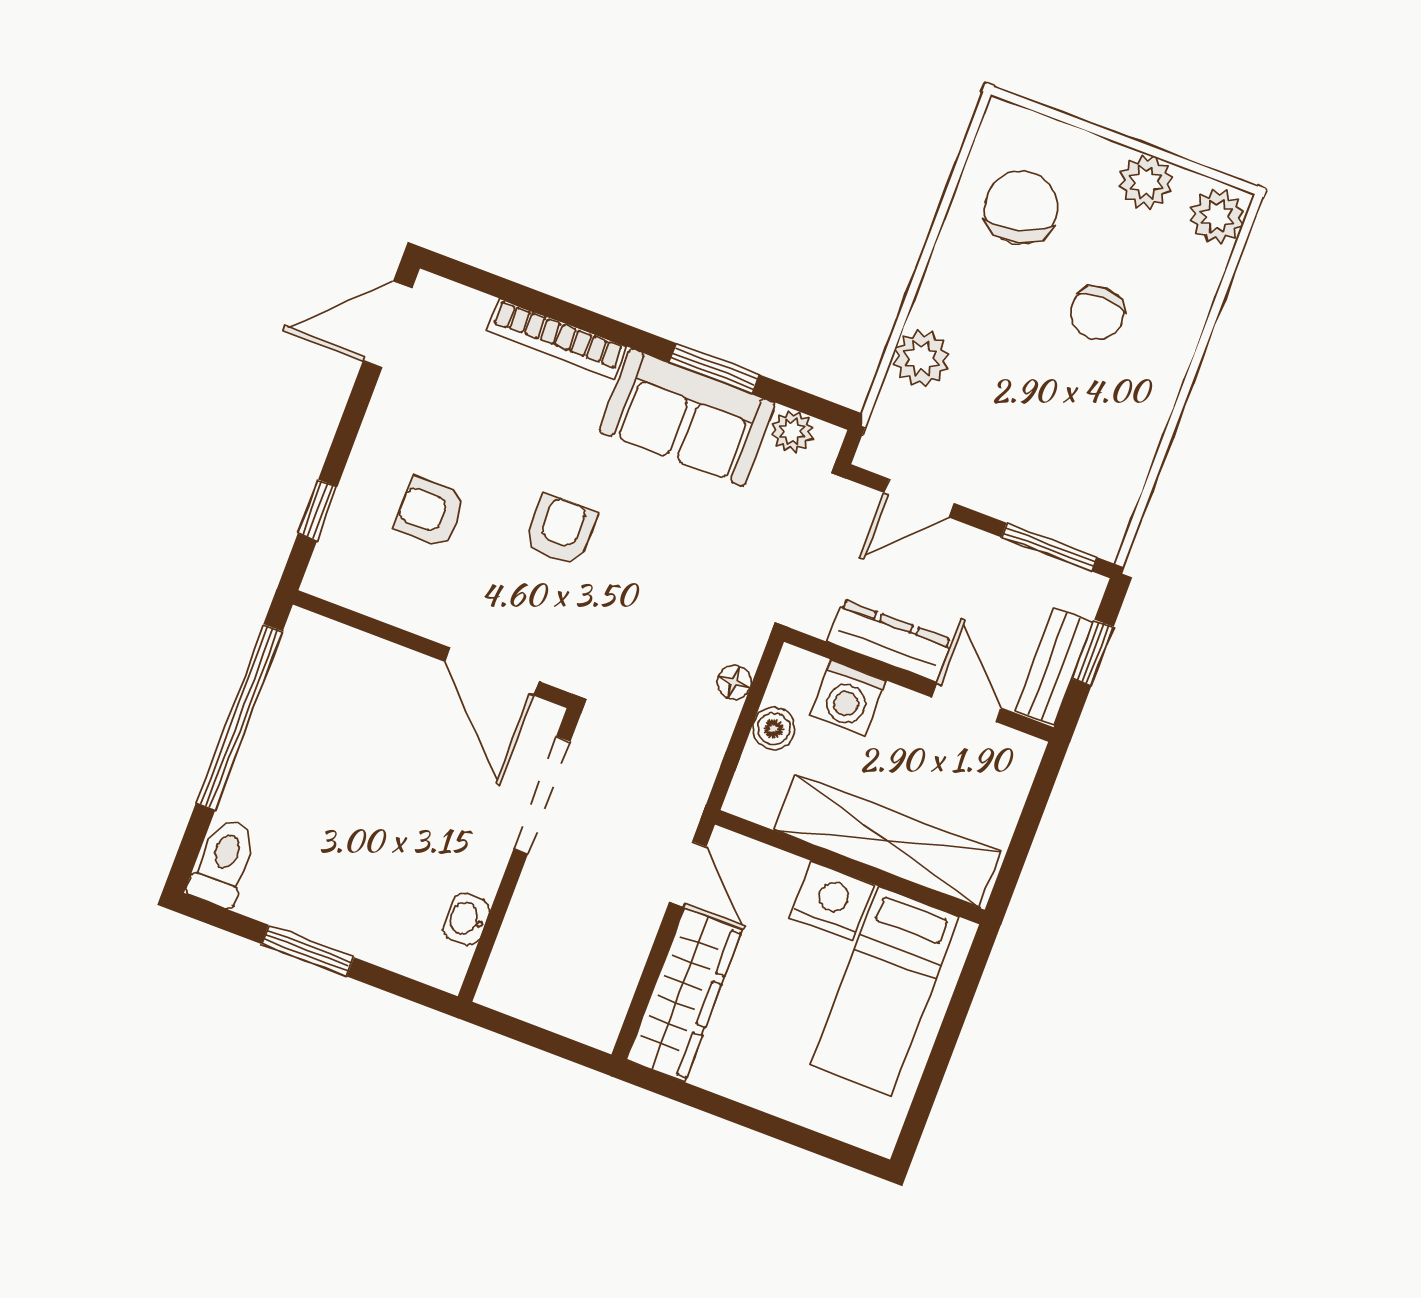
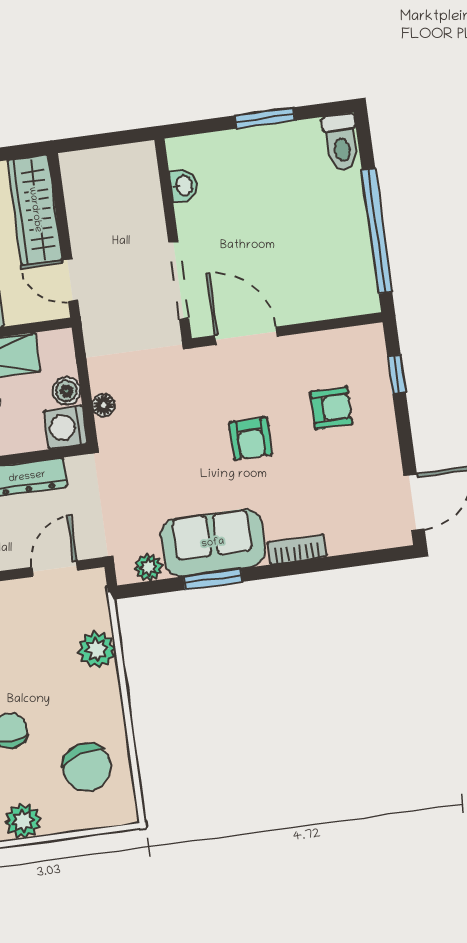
bookcase: (557, 339) -> (297, 549), width x0.64
washing machine: (848, 698) -> (66, 427), moved, turned -90

